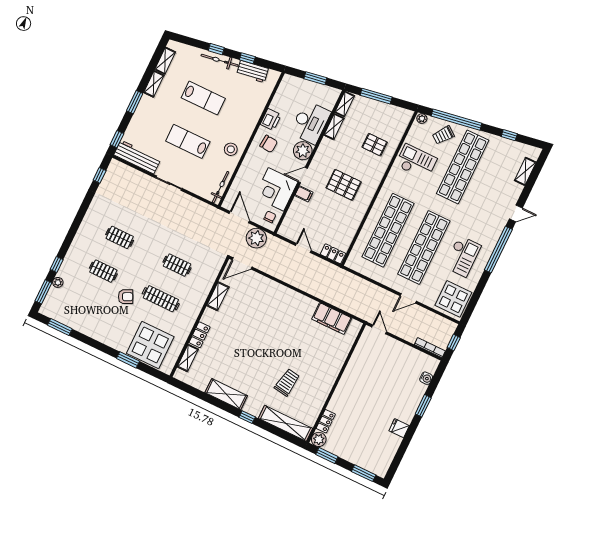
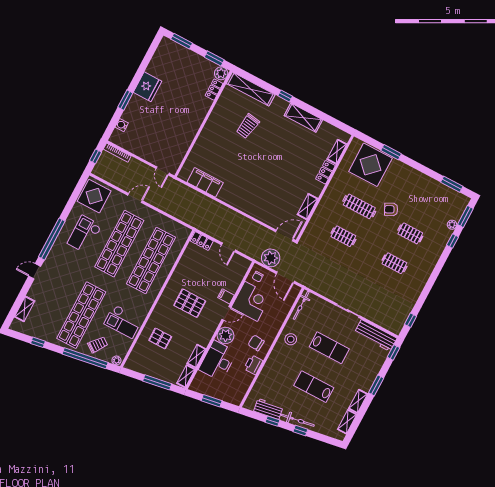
fridge: (399, 428) -> (148, 87), width x1.88, depth x1.34

